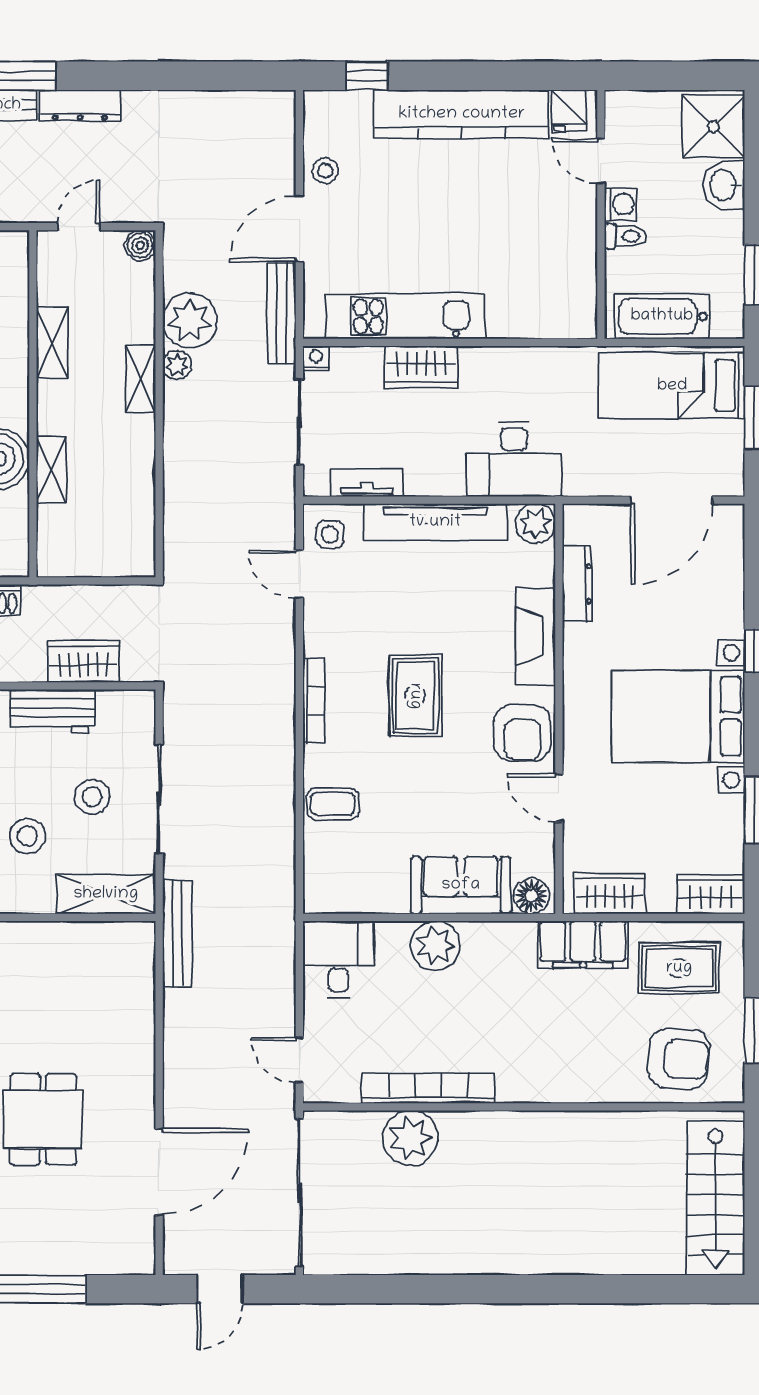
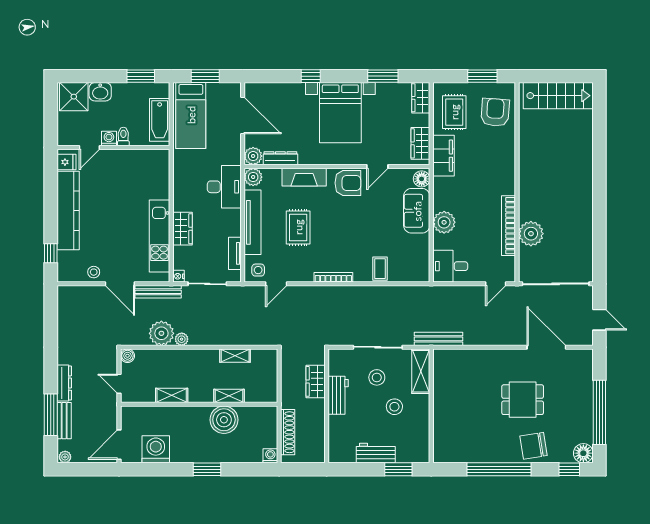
shelving: (140, 379) -> (235, 356), moved
plant: (582, 523) -> (253, 156), added
rug: (415, 696) -> (298, 227), moved, turned 90

